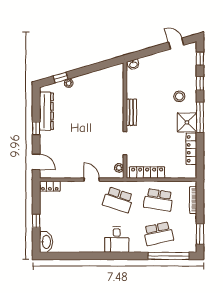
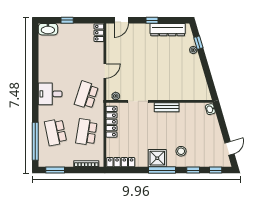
locker: (191, 149) -> (121, 162), moved

